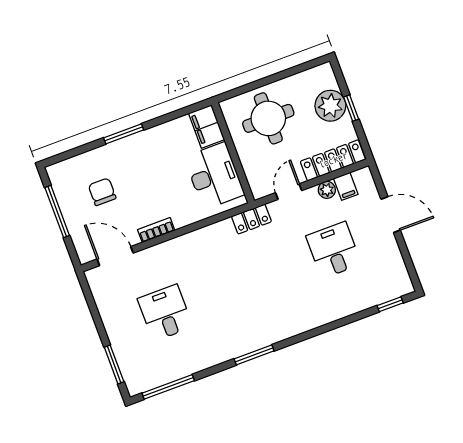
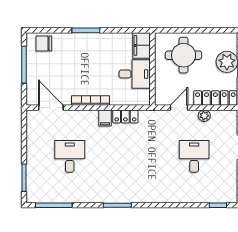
desk: (214, 176) -> (135, 74), width x0.73
filing cabinet: (346, 186) -> (105, 118), moved
chair: (102, 192) -> (44, 44), moved, turned -90
locker: (251, 219) -> (125, 116), moved
bookcase: (156, 230) -> (91, 101), width x1.56

